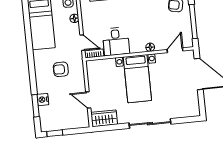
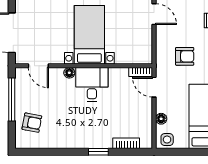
desk: (116, 41) -> (92, 84), moved
door: (175, 50) -> (38, 66), hinge flipped

